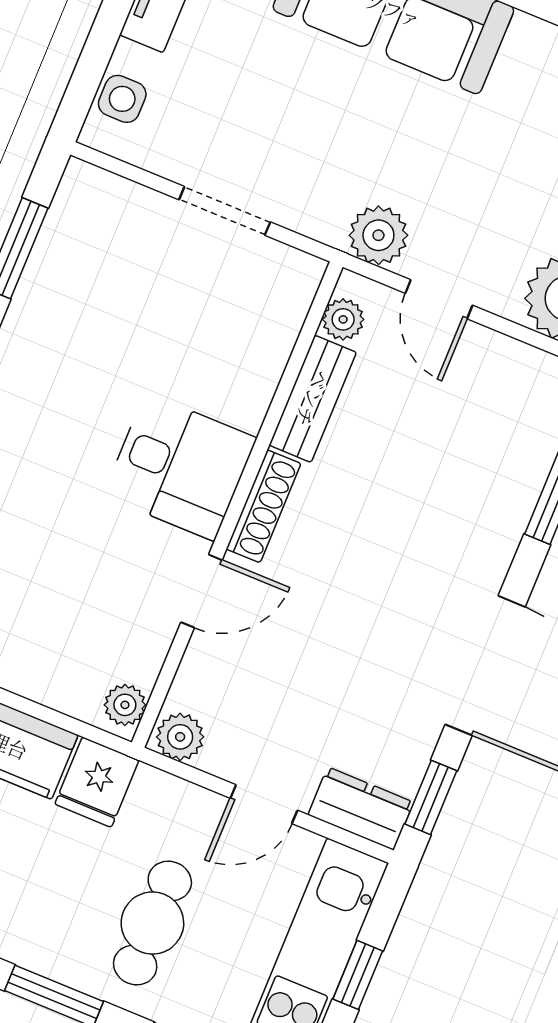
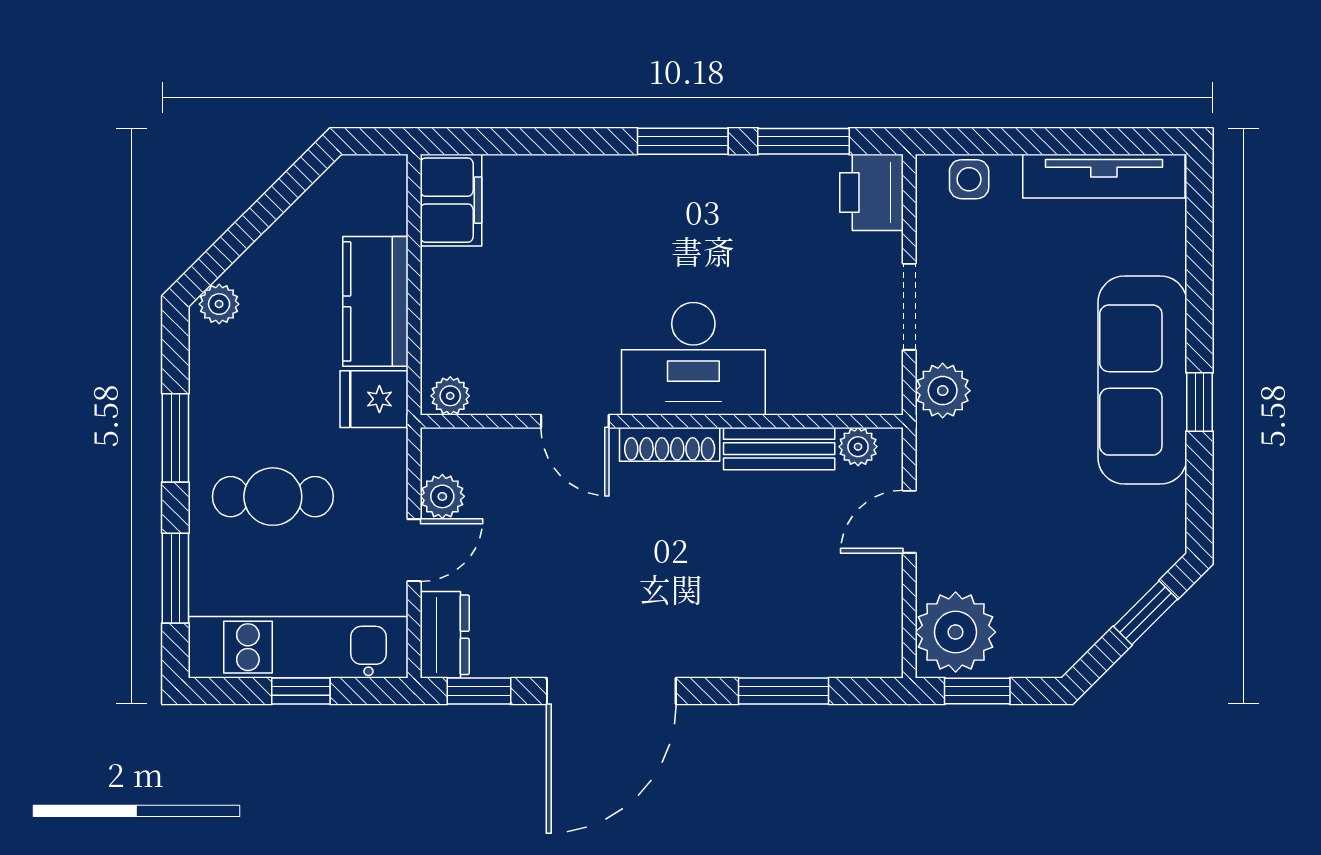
printer: (95, 202) -> (871, 192), added
plant: (378, 235) -> (943, 391), moved
desk: (180, 467) -> (693, 359), width x1.37
plant: (180, 737) -> (442, 496), moved
door: (264, 804) -> (414, 550), swing flipped

